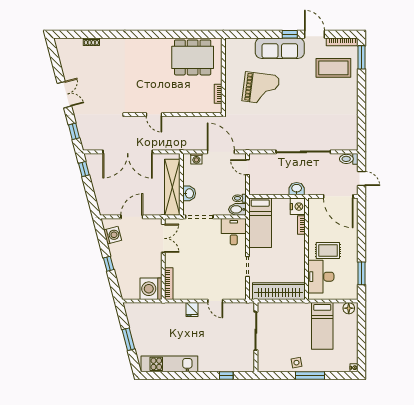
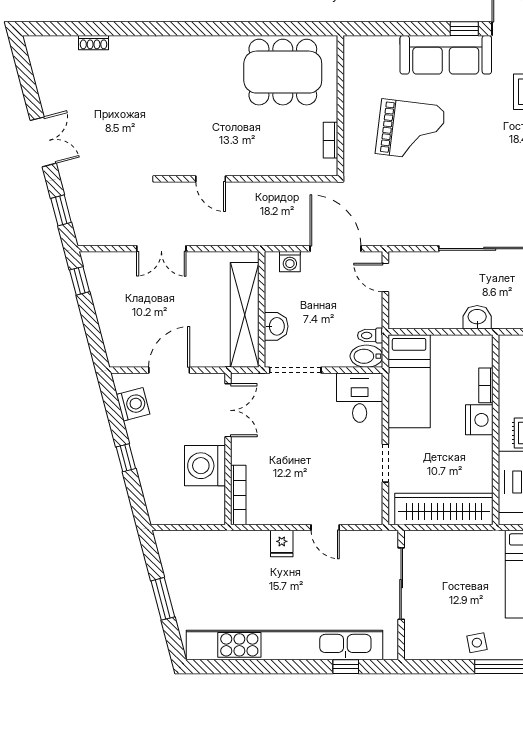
double door: (128, 152) -> (161, 249), width x0.54
nightstand: (298, 207) -> (479, 420), moved
washing machine: (151, 289) -> (205, 466), moved
kitchen unit: (169, 364) -> (285, 645), width x1.86

